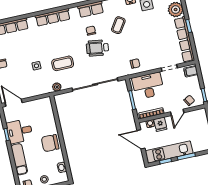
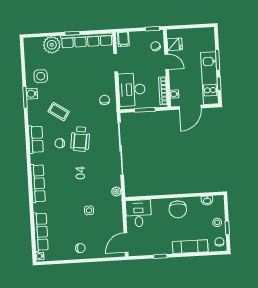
coffee table: (63, 63) -> (91, 181), removed
fridge: (160, 124) -> (175, 44), moved
desk: (20, 131) -> (139, 213), moved, turned 180

